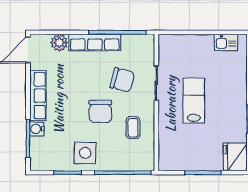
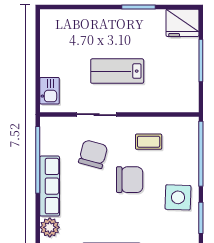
kitchen sink: (226, 42) -> (50, 91), moved

